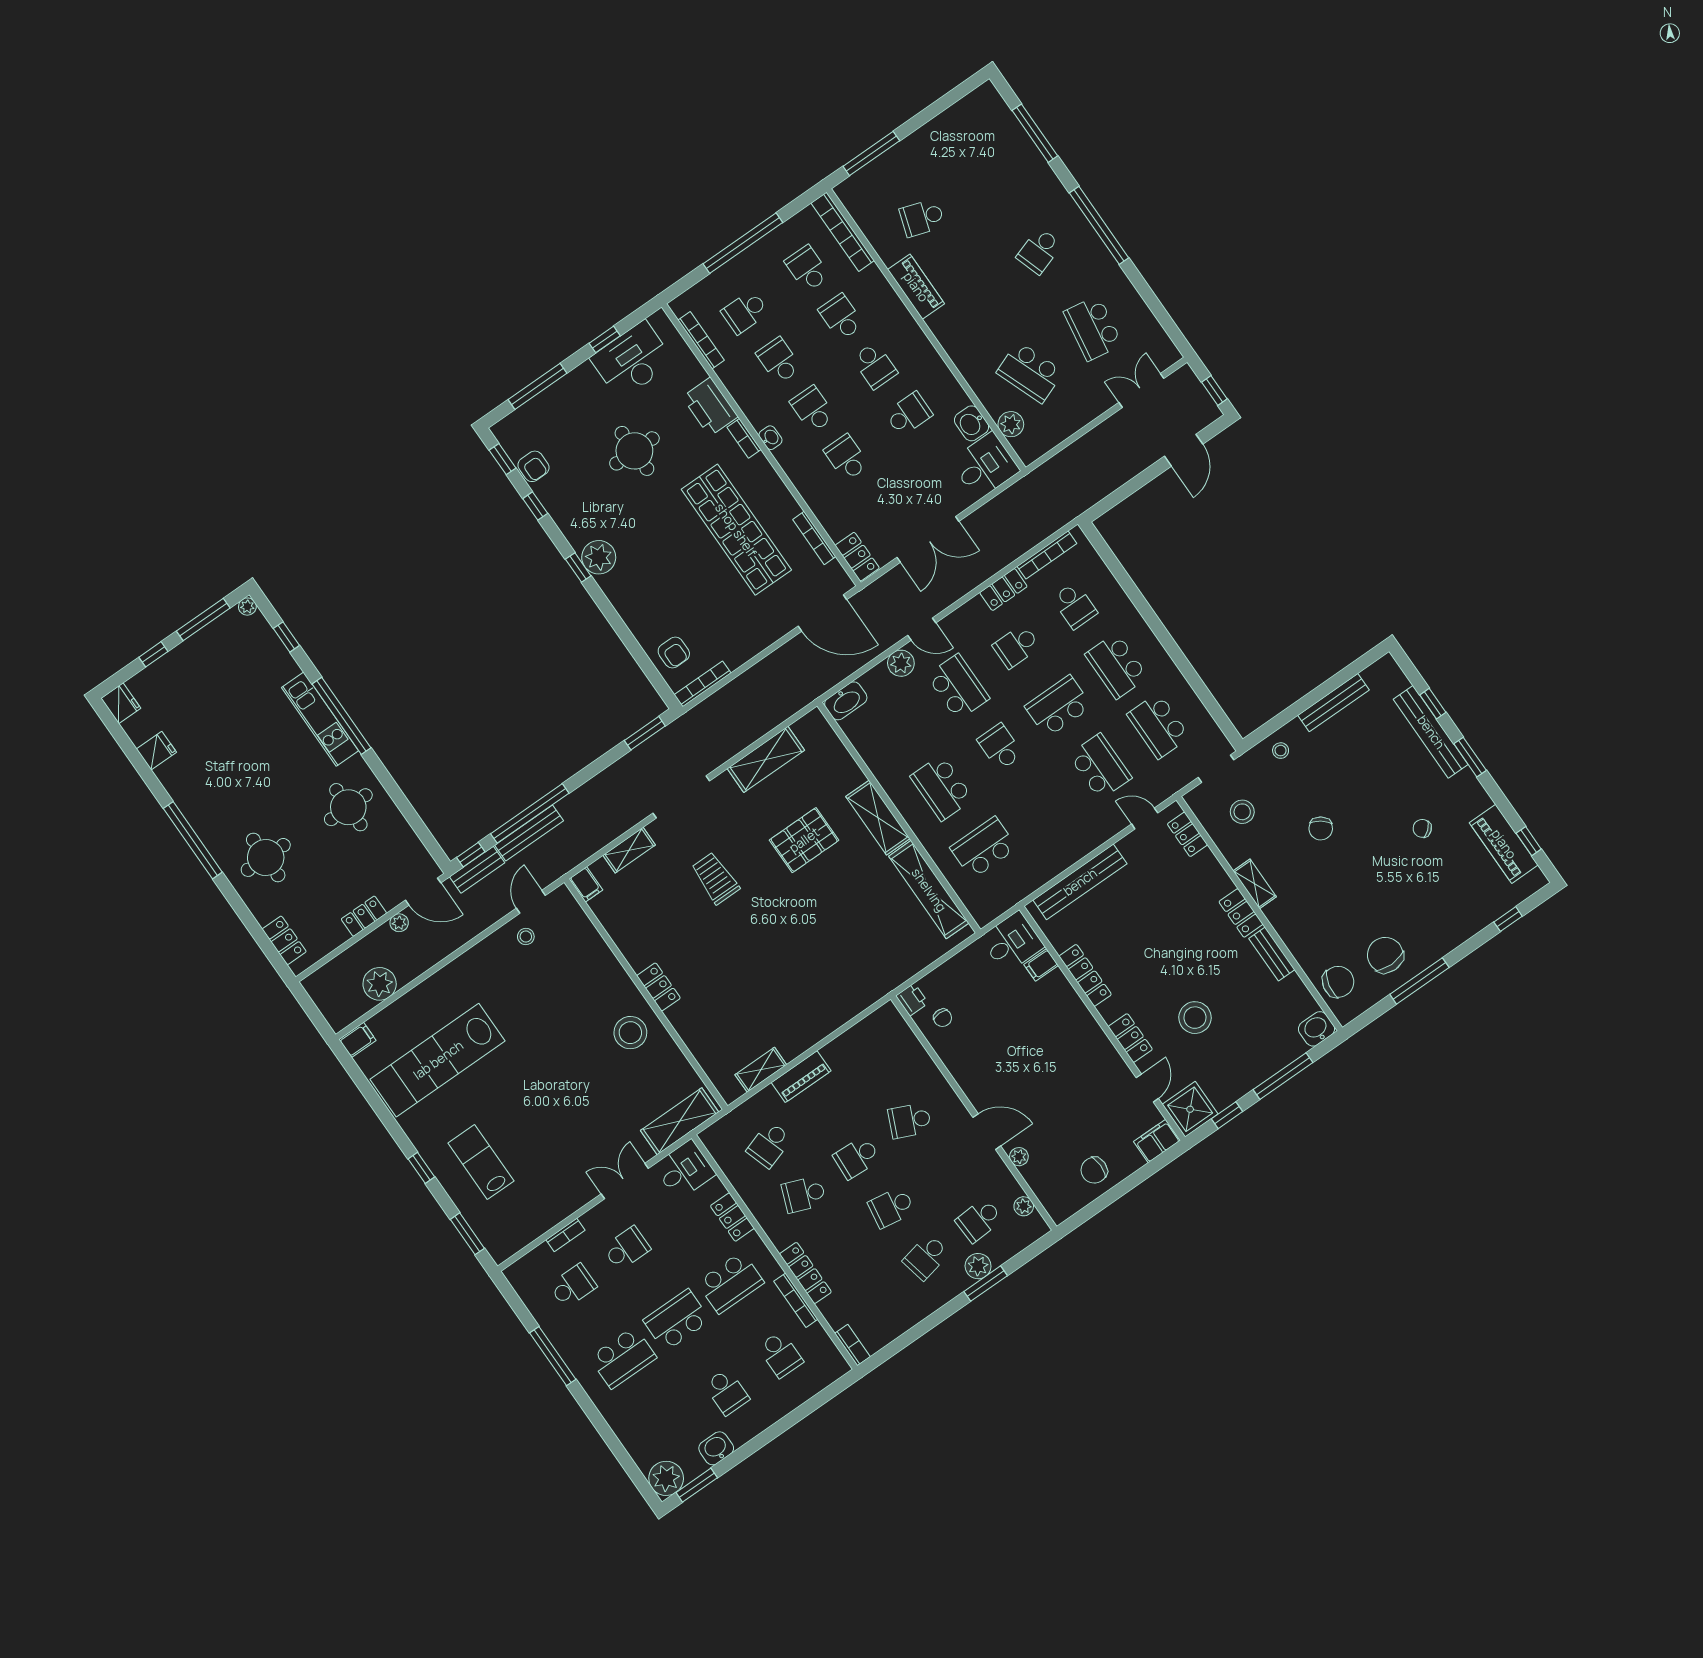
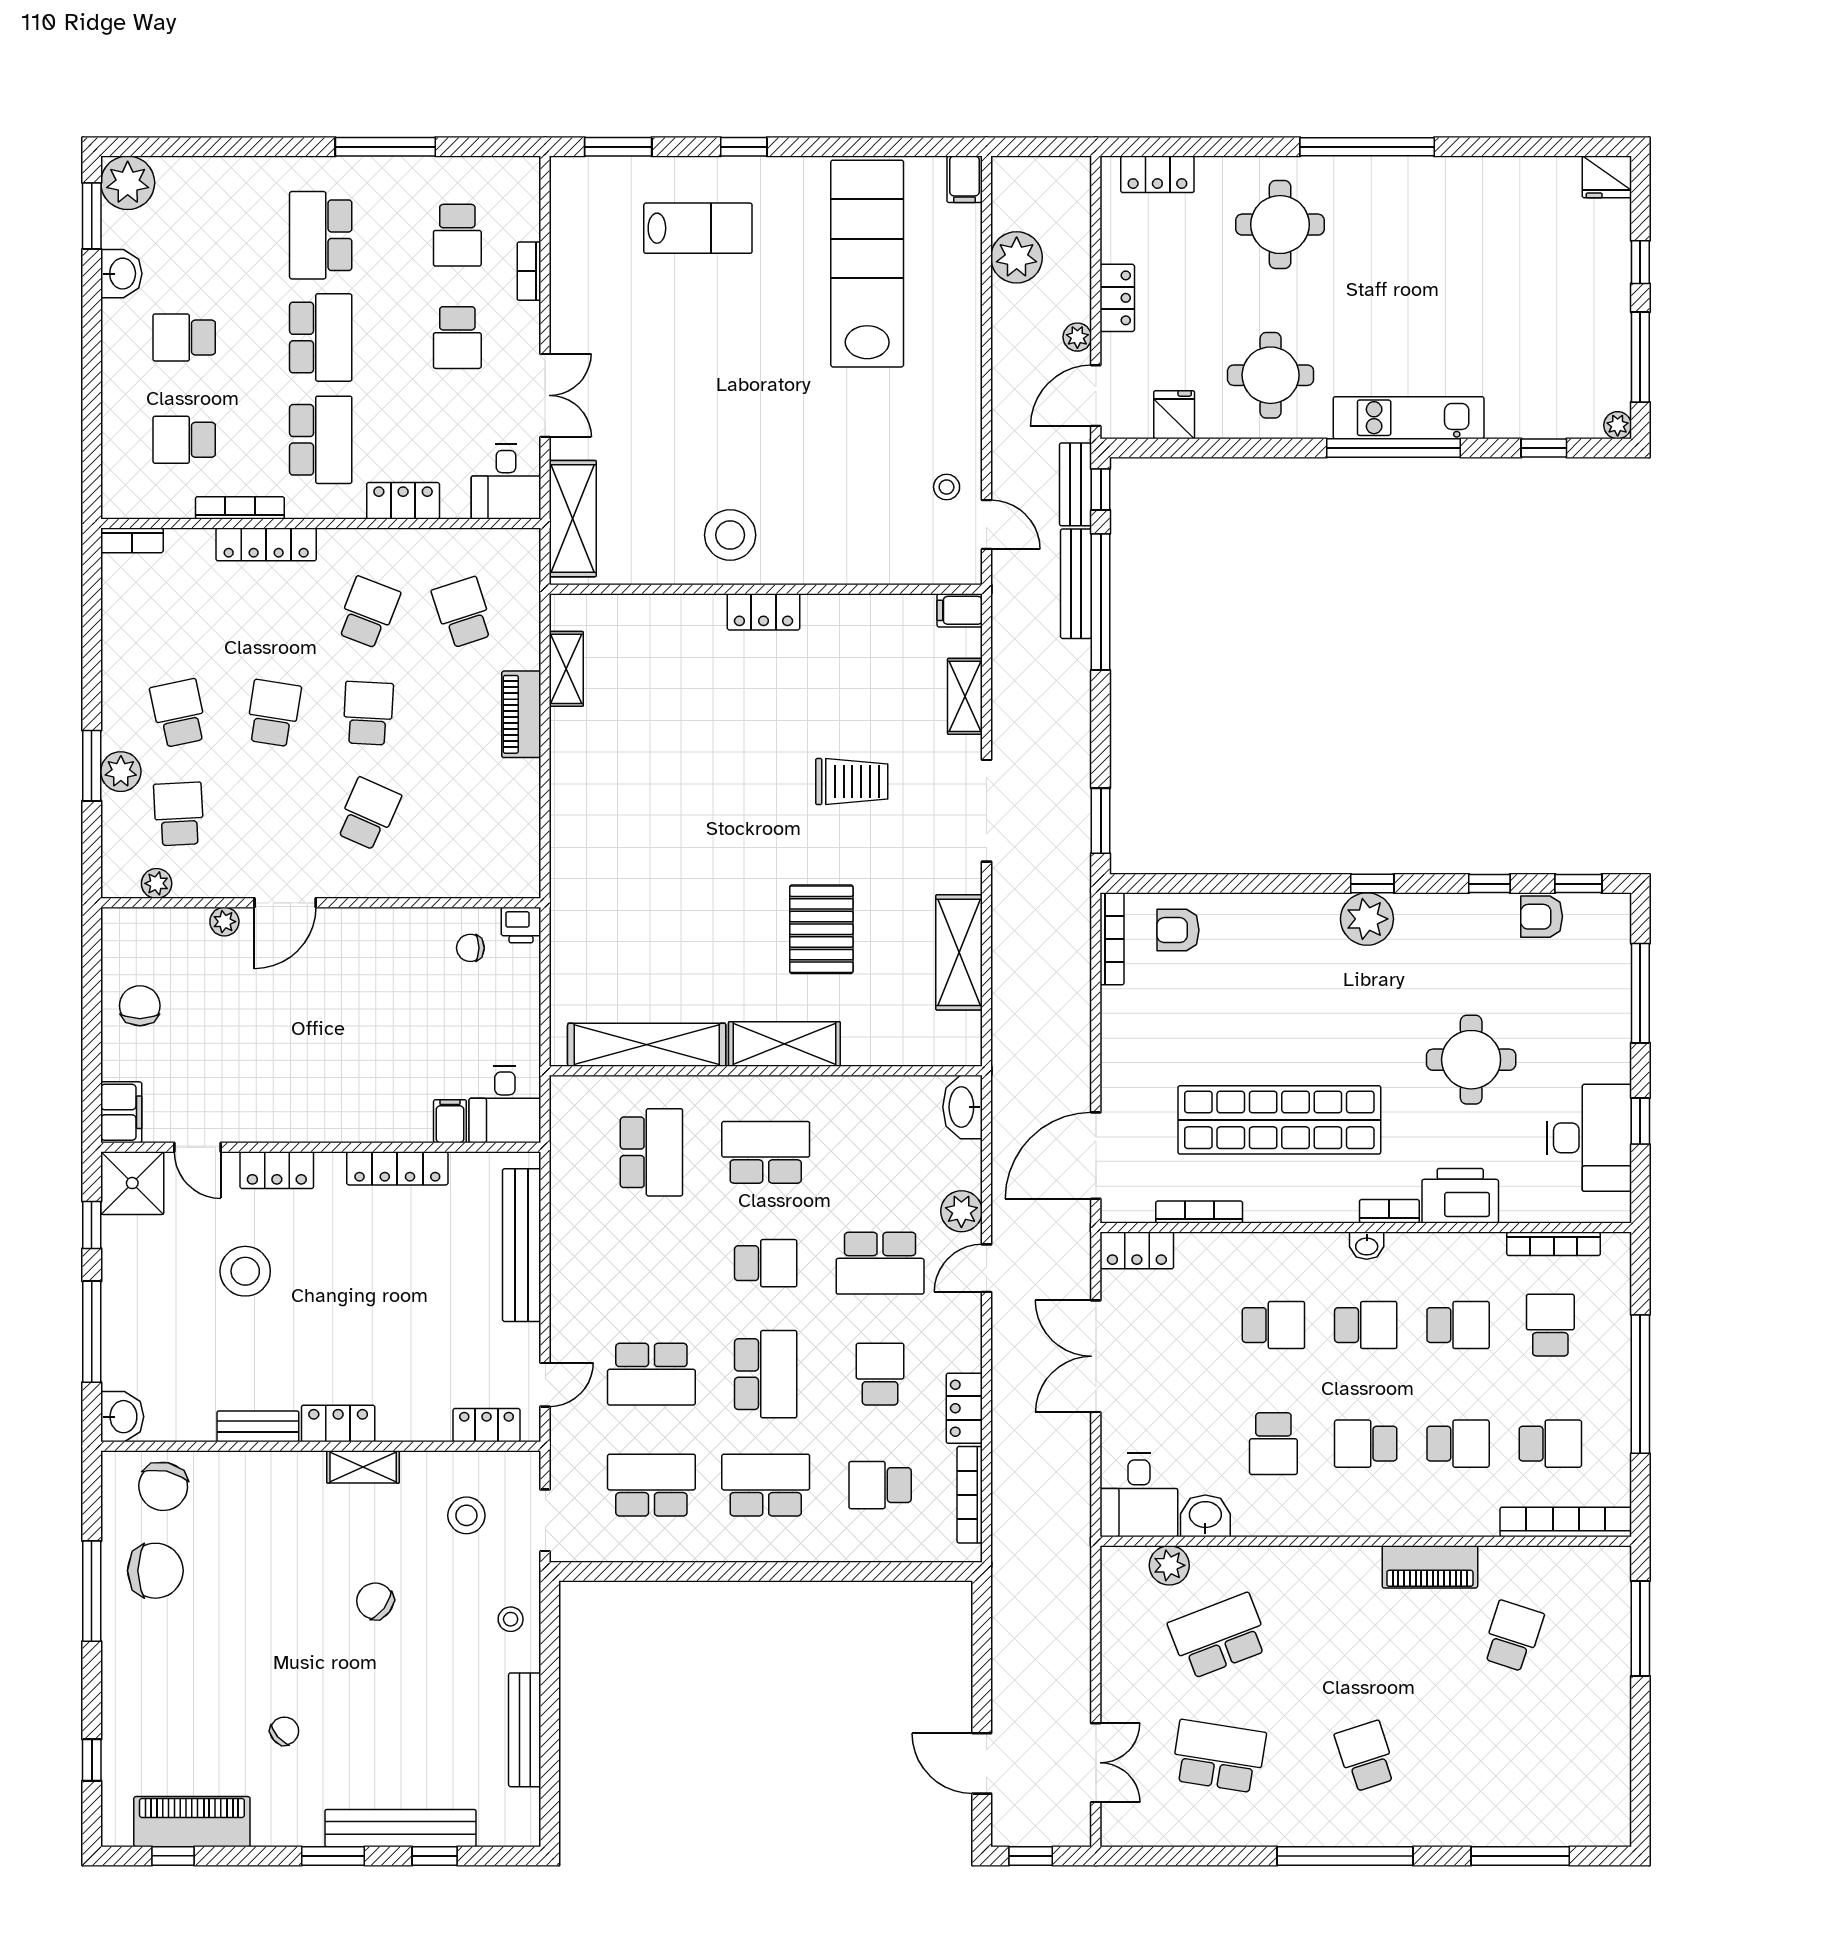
fridge: (156, 751) -> (1174, 415), moved, turned 180
school desk: (730, 1283) -> (321, 440), turned 180

